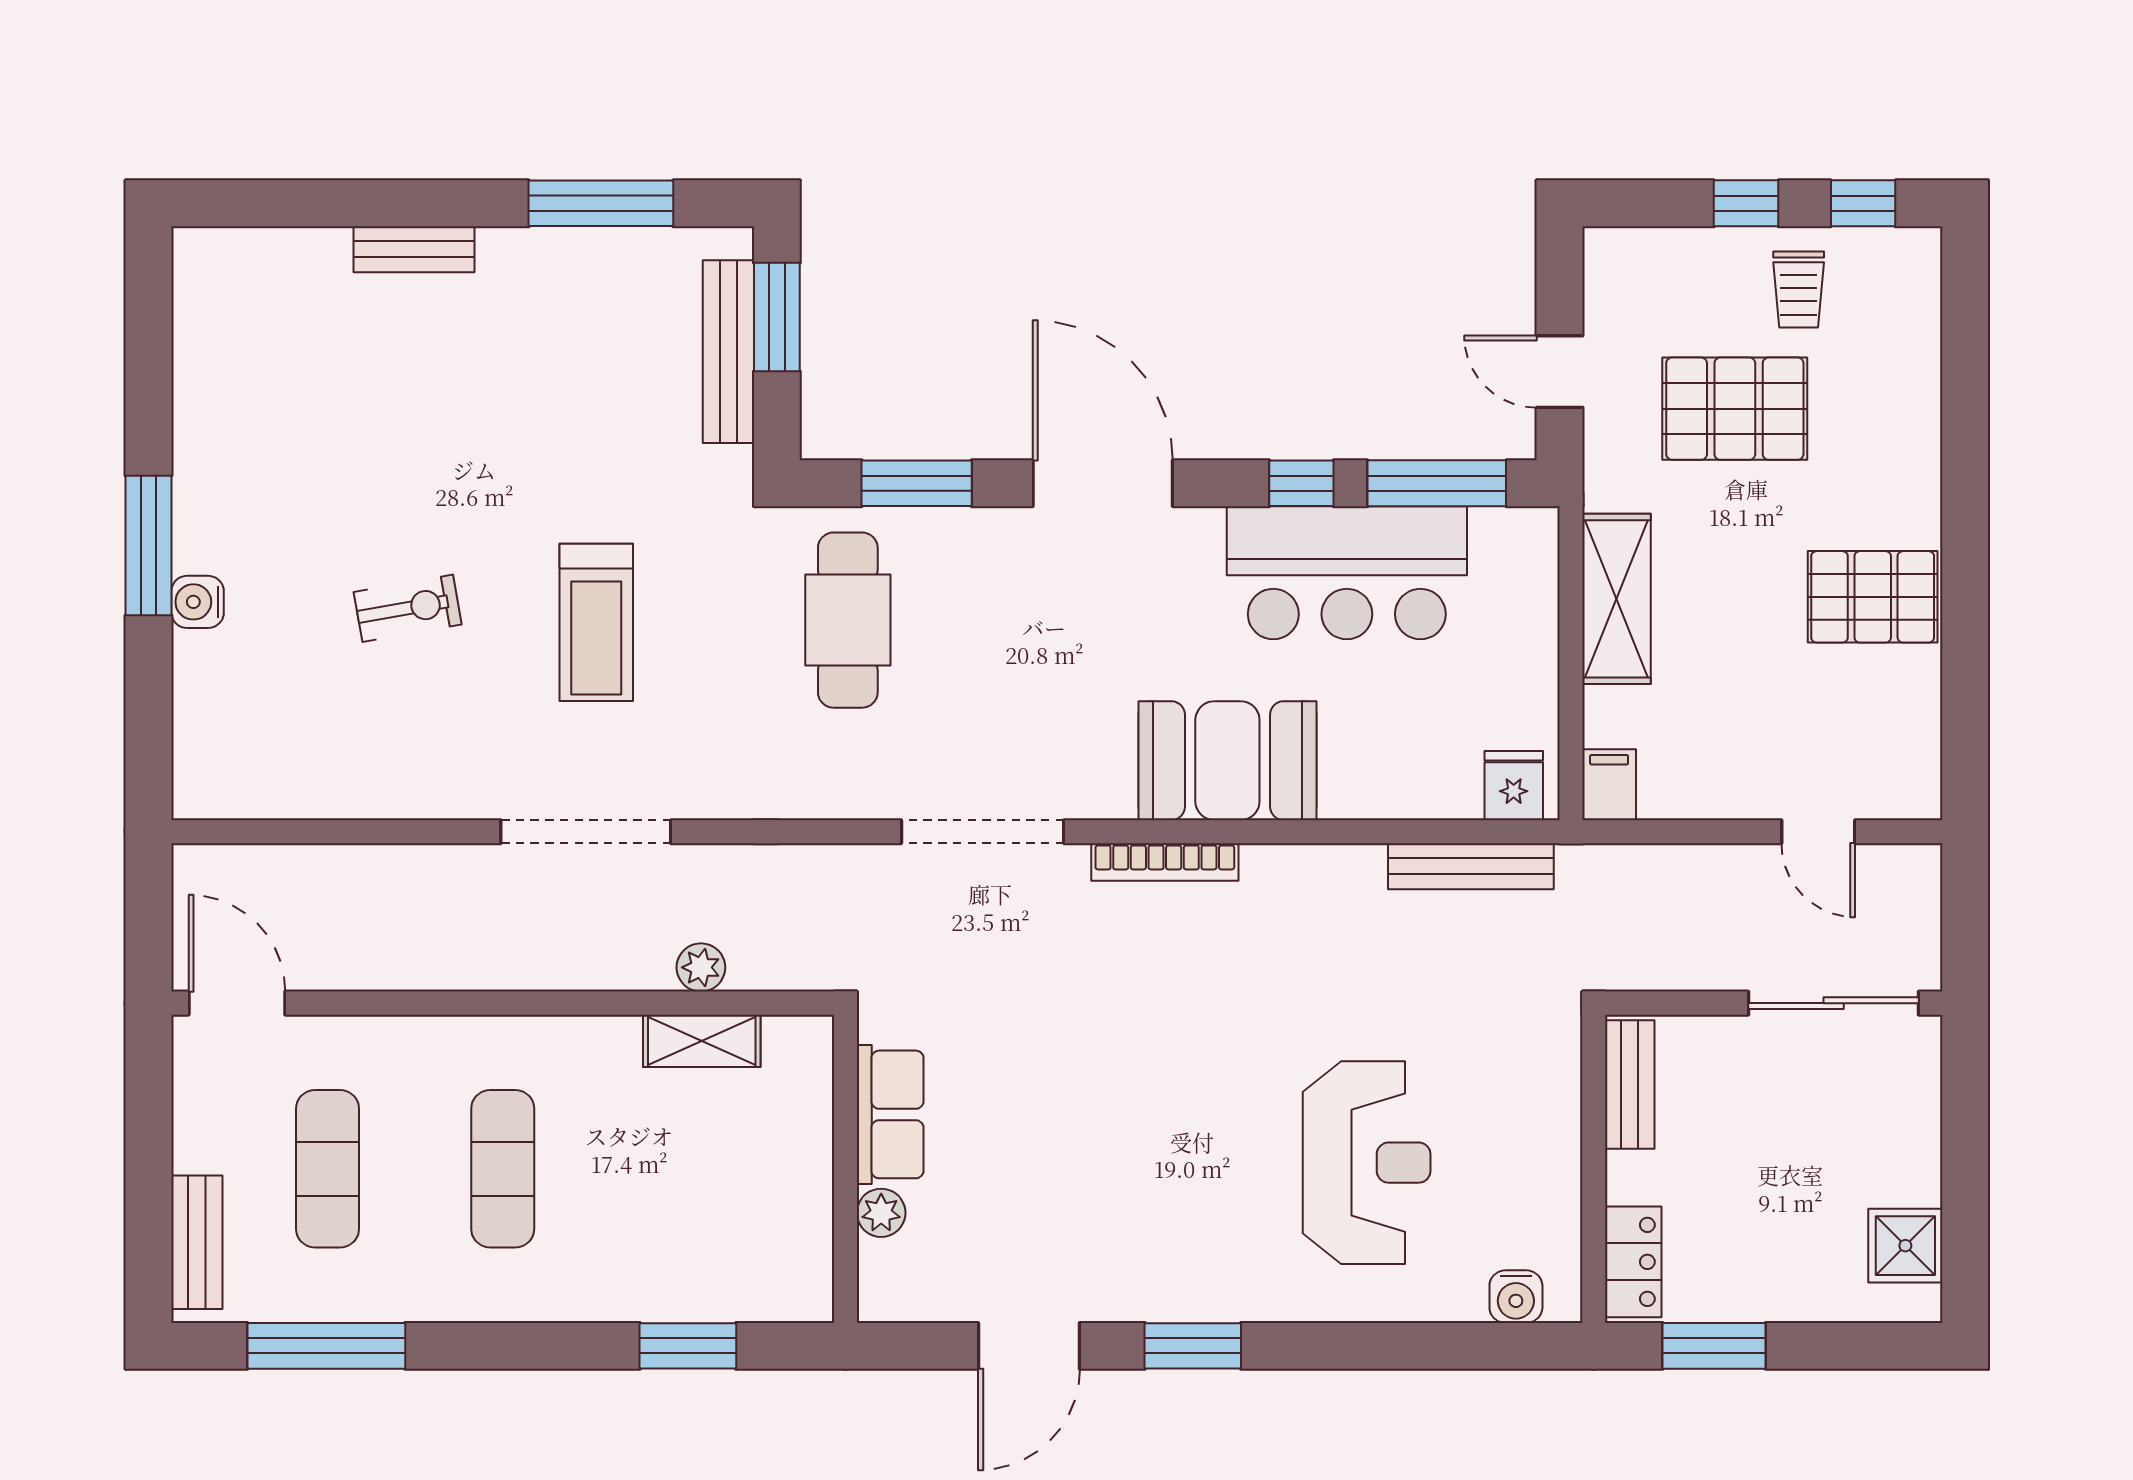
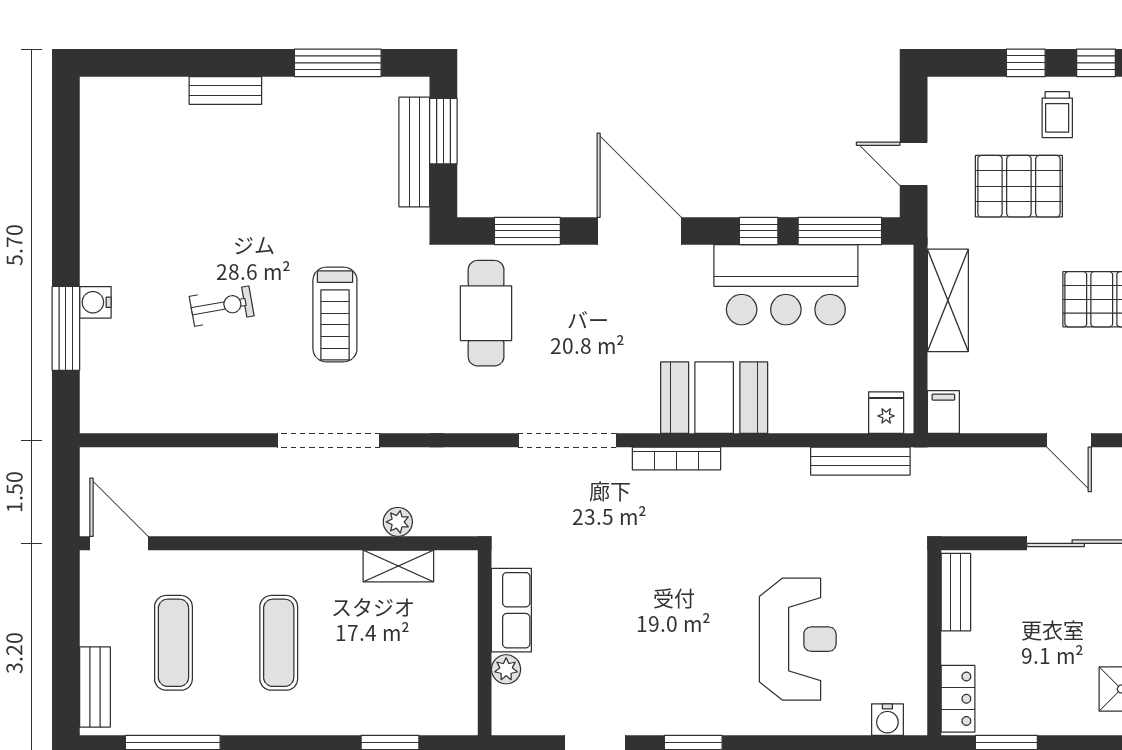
window: (149, 545) -> (66, 328), moved

